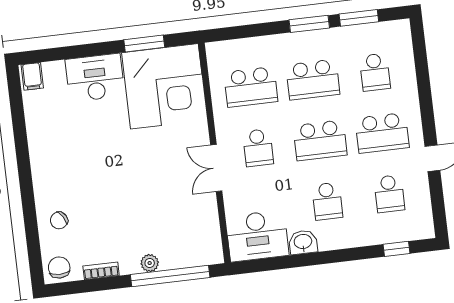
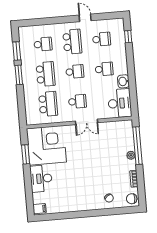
school desk: (320, 140) -> (75, 72), width x0.54

